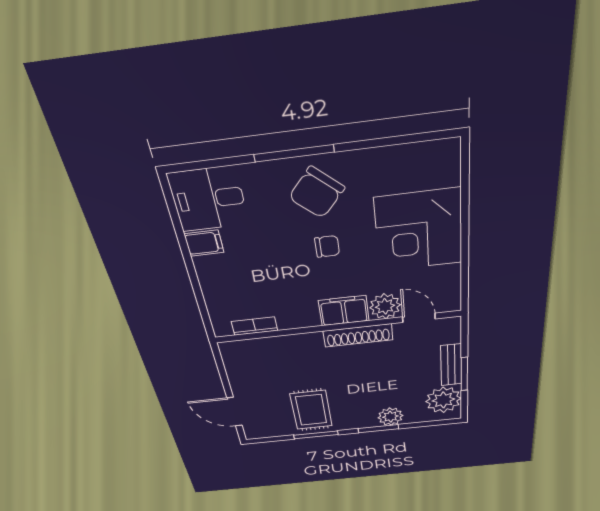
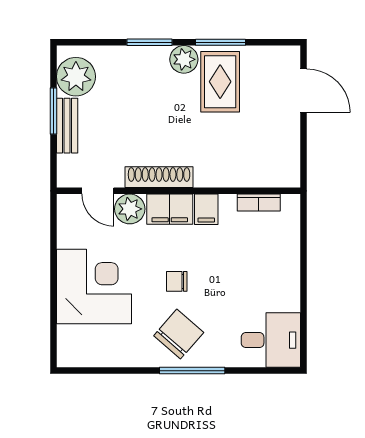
filing cabinet: (204, 243) -> (206, 209), moved, turned -90
plant: (390, 417) -> (184, 59), moved

